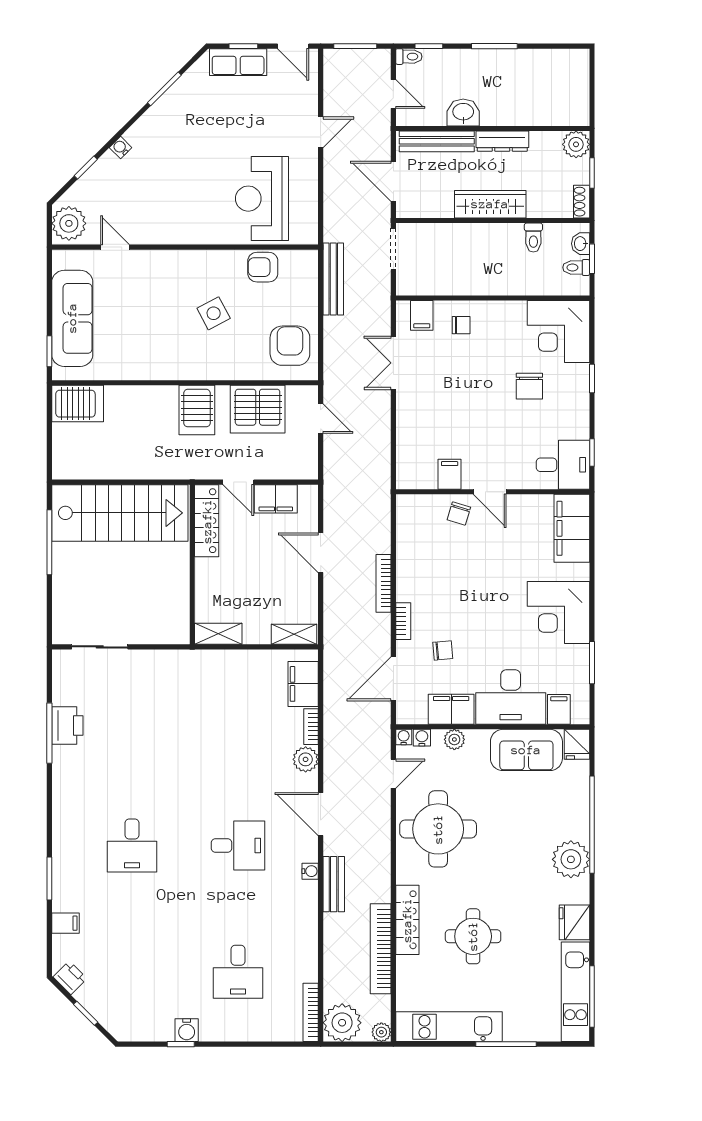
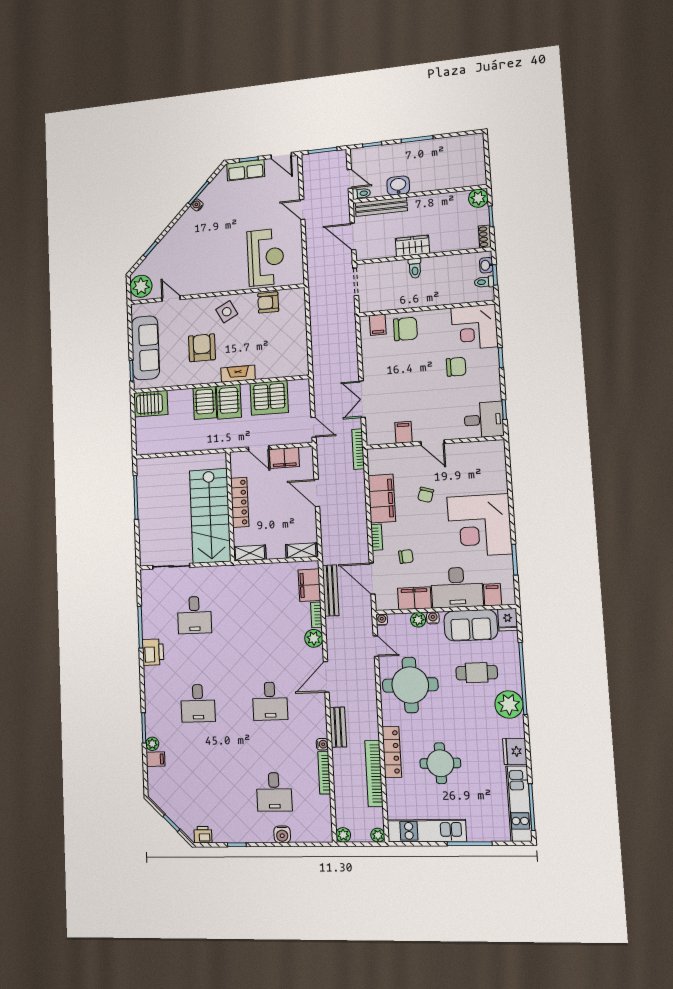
toilet: (409, 57) -> (361, 193), moved
door: (321, 132) -> (302, 210), swing flipped
dresser: (502, 141) -> (426, 202), removed
water cooler: (121, 148) -> (197, 205), moved
reception desk: (262, 199) -> (266, 257), turned 180
wardrobe: (490, 204) -> (412, 246), width x0.67
toilet: (533, 238) -> (415, 268), moved
bench: (333, 279) -> (331, 590), moved
side table: (214, 313) -> (227, 312), moved
chair: (461, 325) -> (405, 329), width x1.87, depth x1.87
armchair: (290, 346) -> (202, 348), moved
double door: (393, 363) -> (362, 399), moved
fireplace: (213, 370) -> (238, 374), added
chair: (529, 386) -> (456, 367), turned -90
server rack: (160, 409) -> (205, 403), added
door: (321, 419) -> (313, 427), moved
stairs: (120, 513) -> (210, 516), moved, turned 90
chair: (459, 514) -> (426, 495), moved
locker: (207, 521) -> (240, 502), moved
filing cabinet: (572, 528) -> (382, 499), moved, turned 180
bookcase: (383, 583) -> (358, 449), moved
corner desk: (558, 613) -> (479, 525), width x1.36, depth x1.36
door: (393, 679) -> (372, 578), hinge flipped
desk: (132, 719) -> (194, 615), added
printer: (67, 725) -> (153, 652), moved
water cooler: (422, 738) -> (433, 618), moved
door: (393, 774) -> (376, 646), hinge flipped
door: (321, 814) -> (326, 677), hinge flipped
cafe table: (530, 815) -> (477, 673), added
desk: (238, 845) -> (270, 701), turned 90
water cooler: (310, 871) -> (322, 744), moved
plant: (61, 901) -> (152, 744), added
printer: (70, 978) -> (203, 835), moved, turned -45
bookcase: (311, 1012) -> (324, 773), moved
plant: (342, 1023) -> (343, 835), width x0.53, depth x0.53
water cooler: (187, 1030) -> (282, 834), moved

